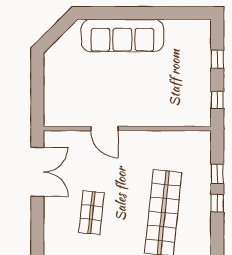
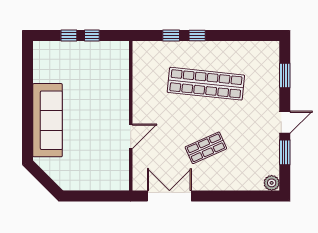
window: (217, 100) -> (92, 35), moved
shop shelf: (91, 213) -> (206, 148), turned -30

